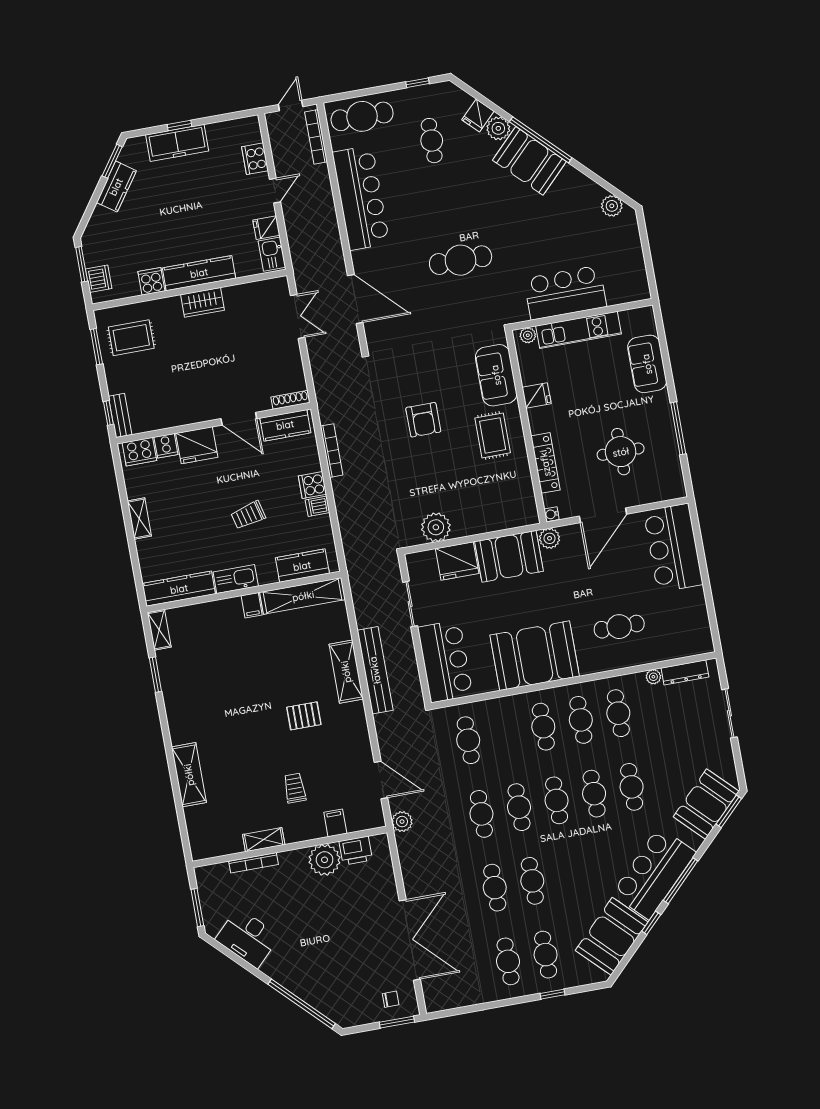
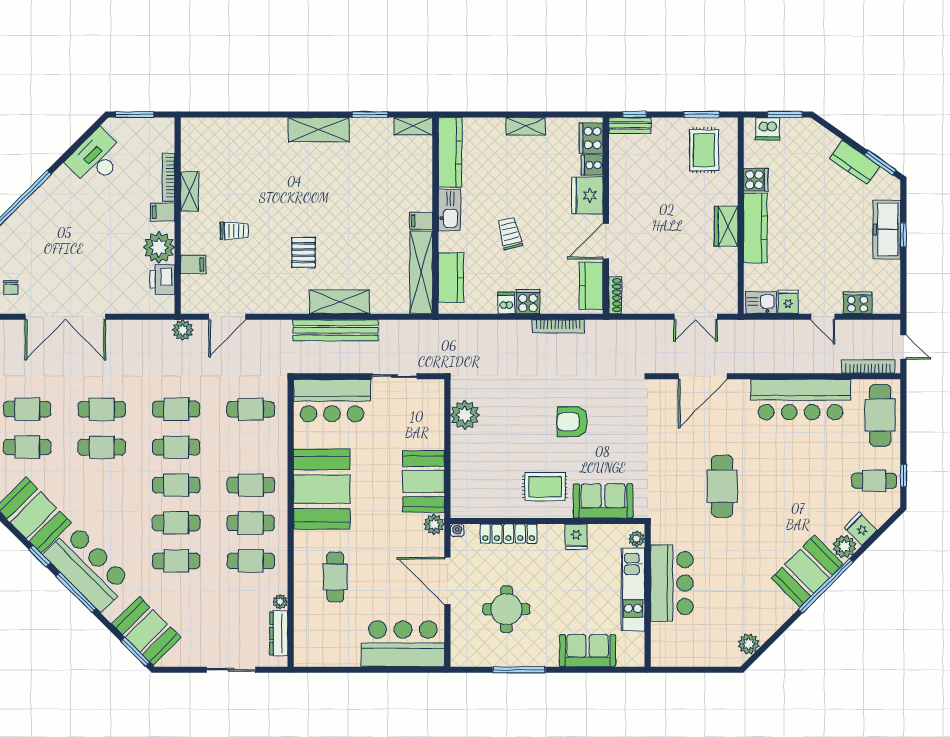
cafe table: (432, 141) -> (874, 481), moved
fridge: (457, 561) -> (428, 430), removed
shelving: (189, 775) -> (319, 130), moved
filing cabinet: (289, 863) -> (163, 212), added

